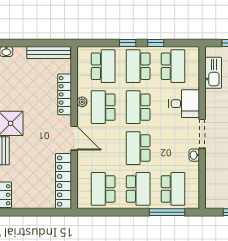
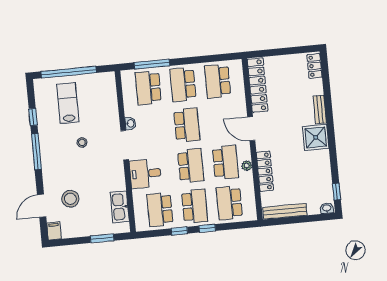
school desk: (103, 189) -> (218, 81), turned 180

